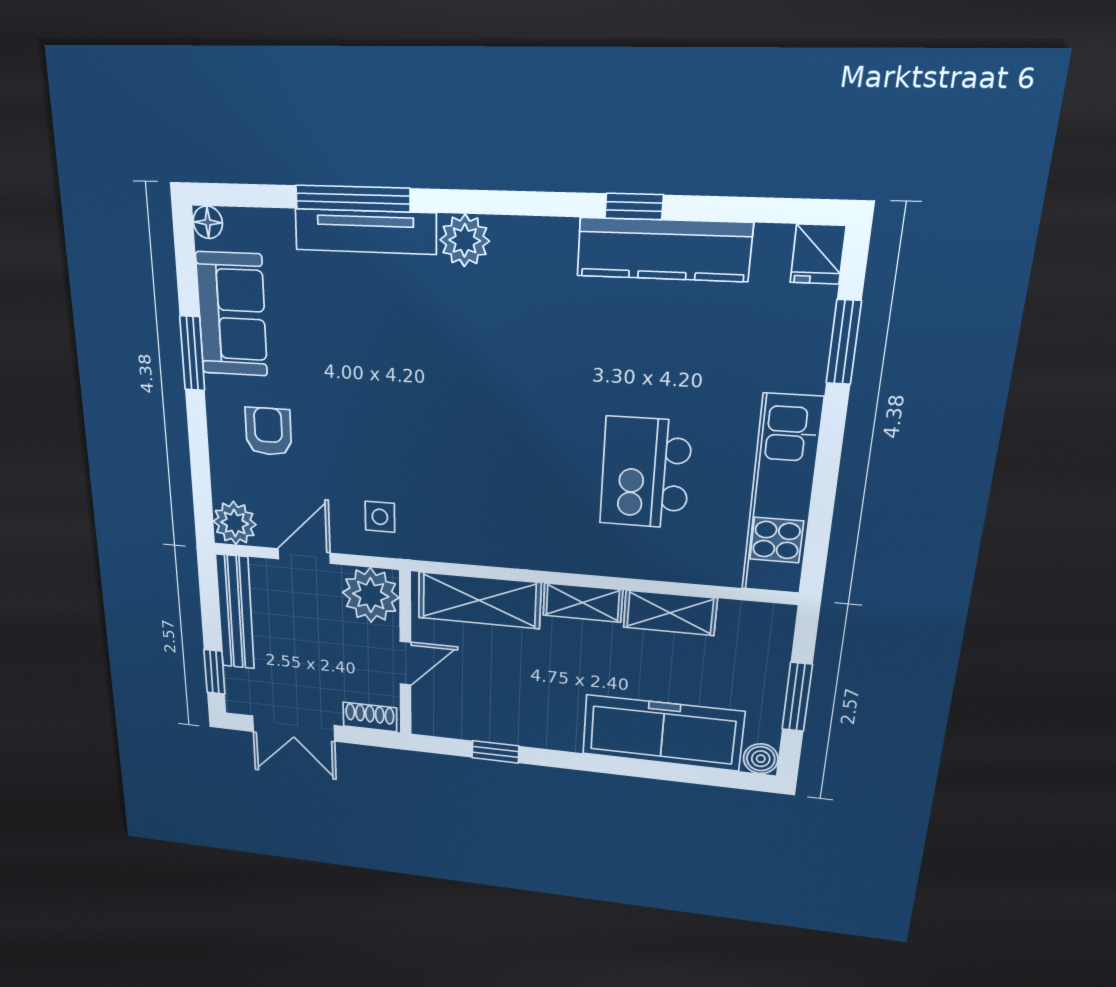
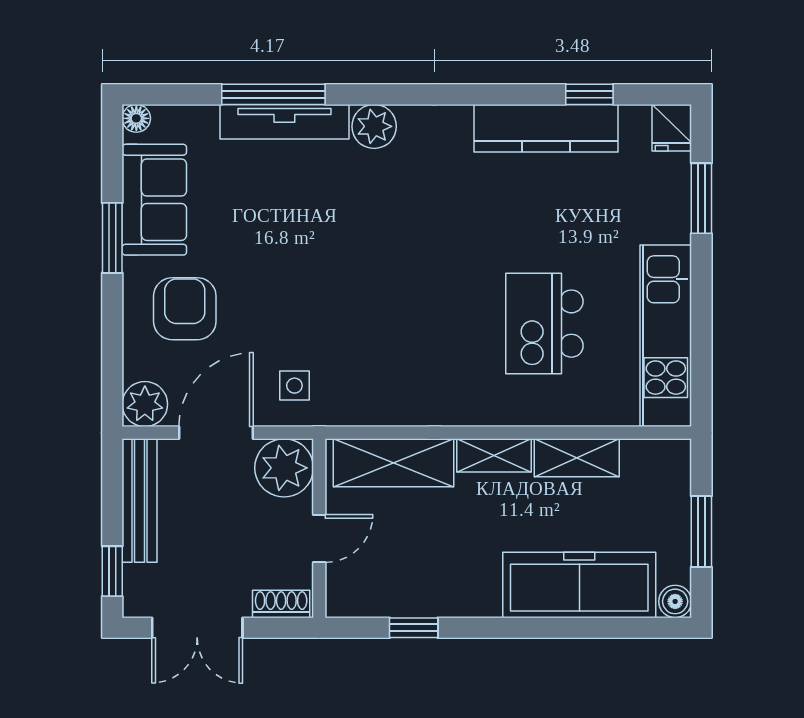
window: (634, 206) -> (589, 94), moved
armchair: (268, 432) -> (185, 309), width x1.38, depth x1.38
door: (304, 556) -> (216, 433), width x1.38

